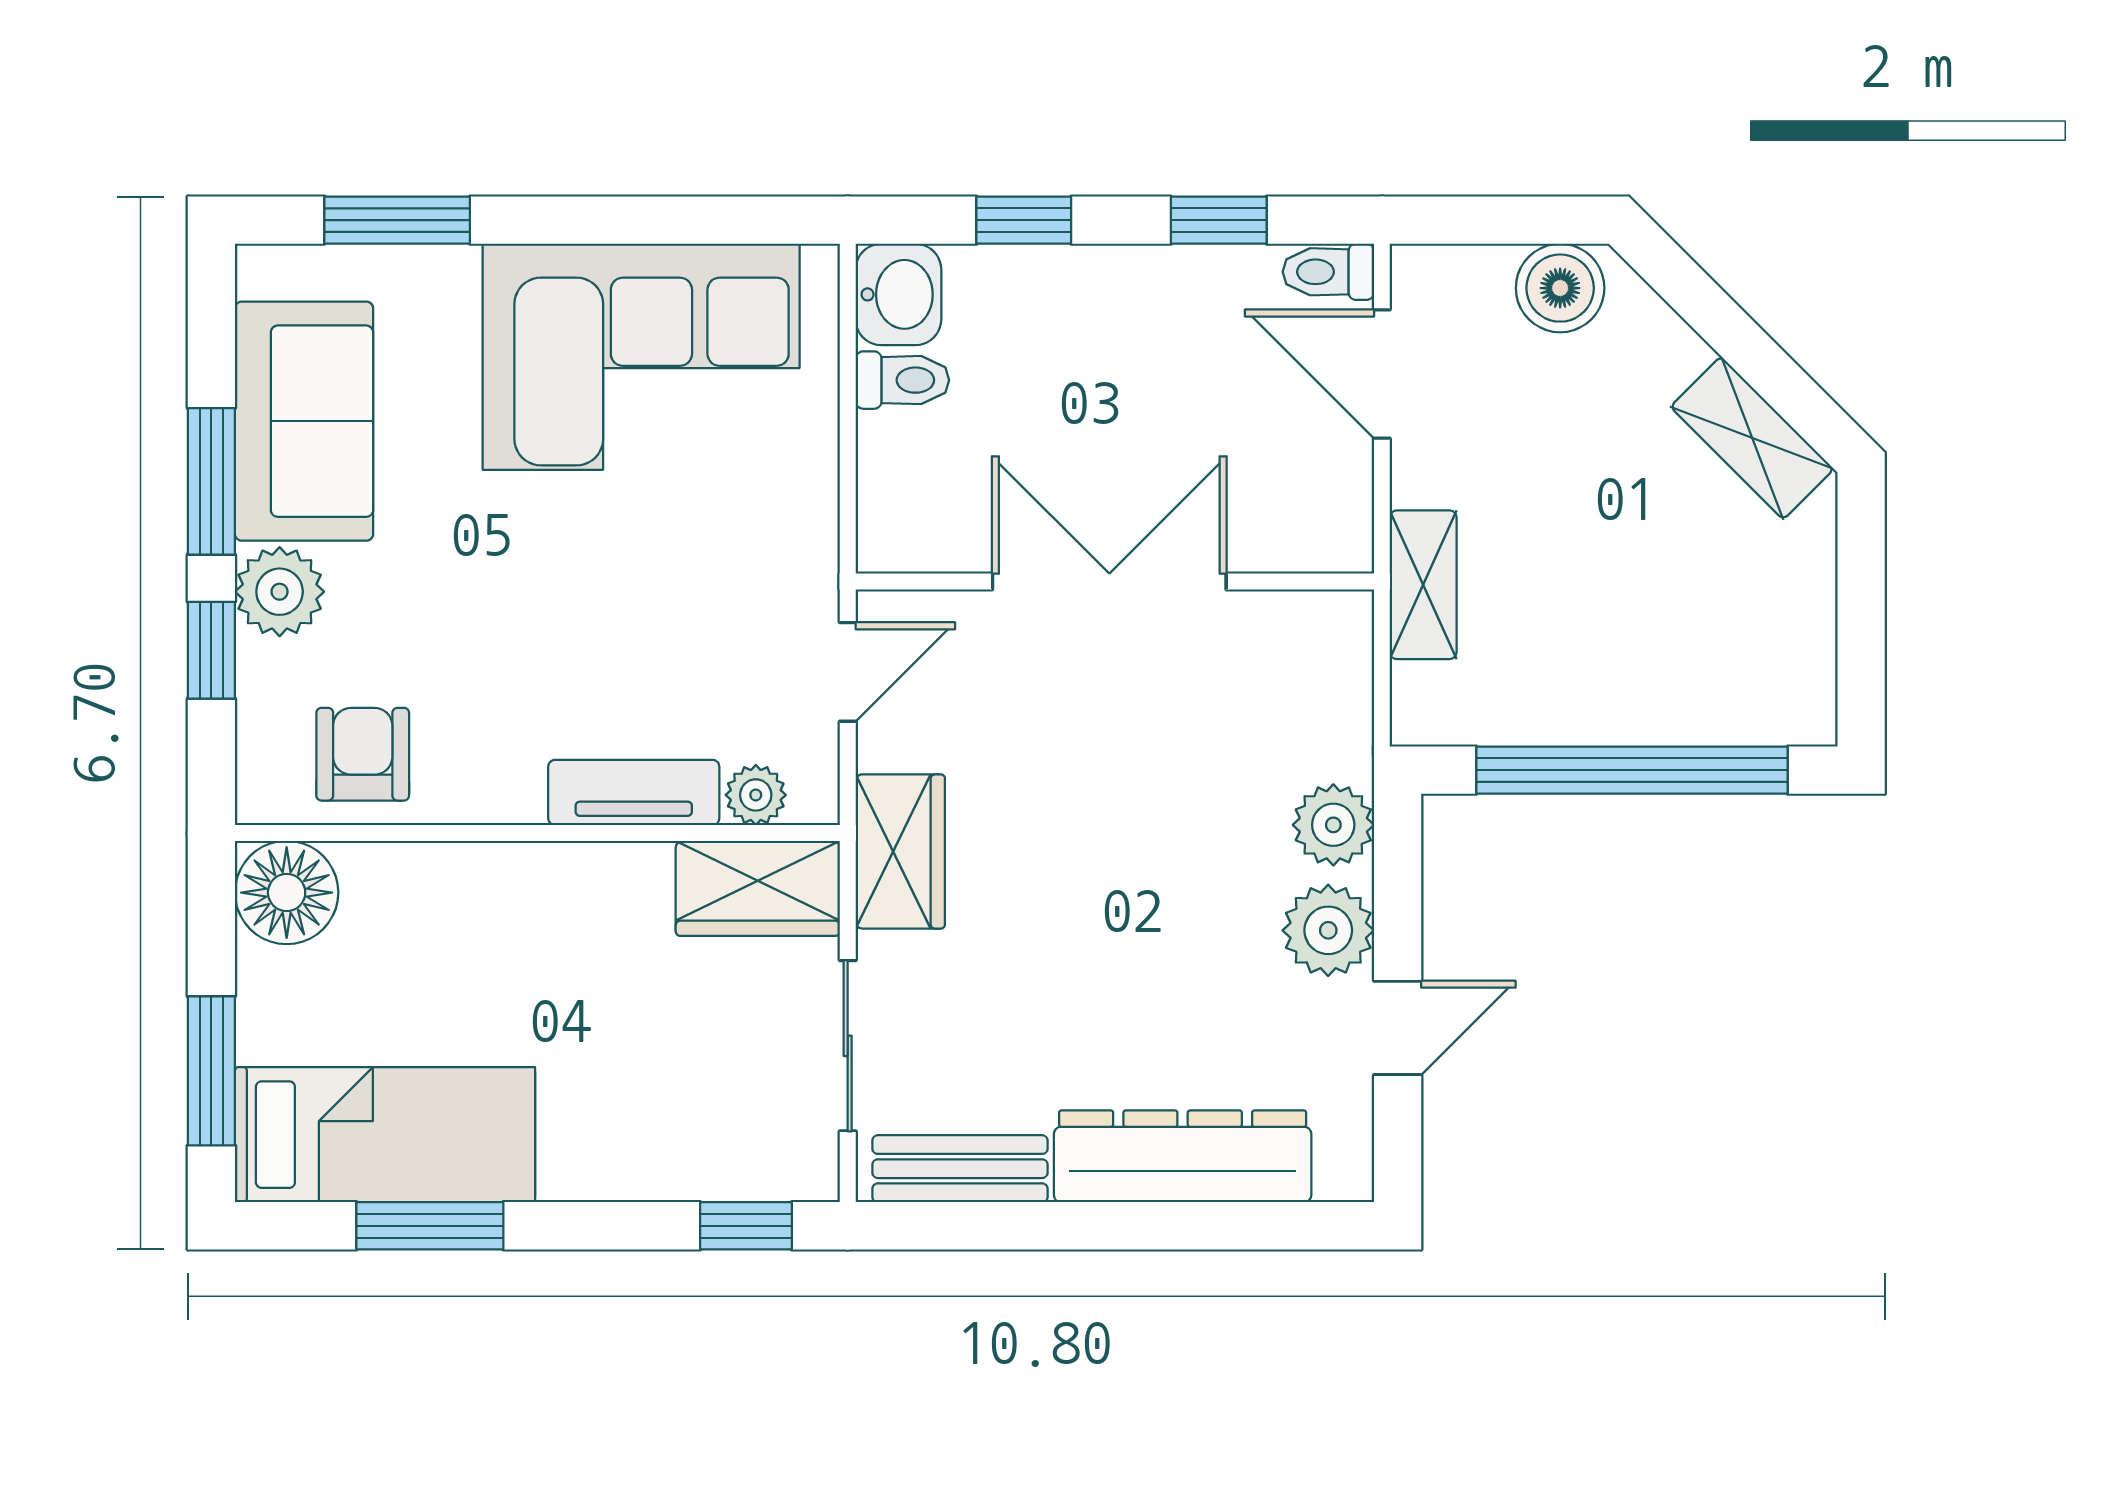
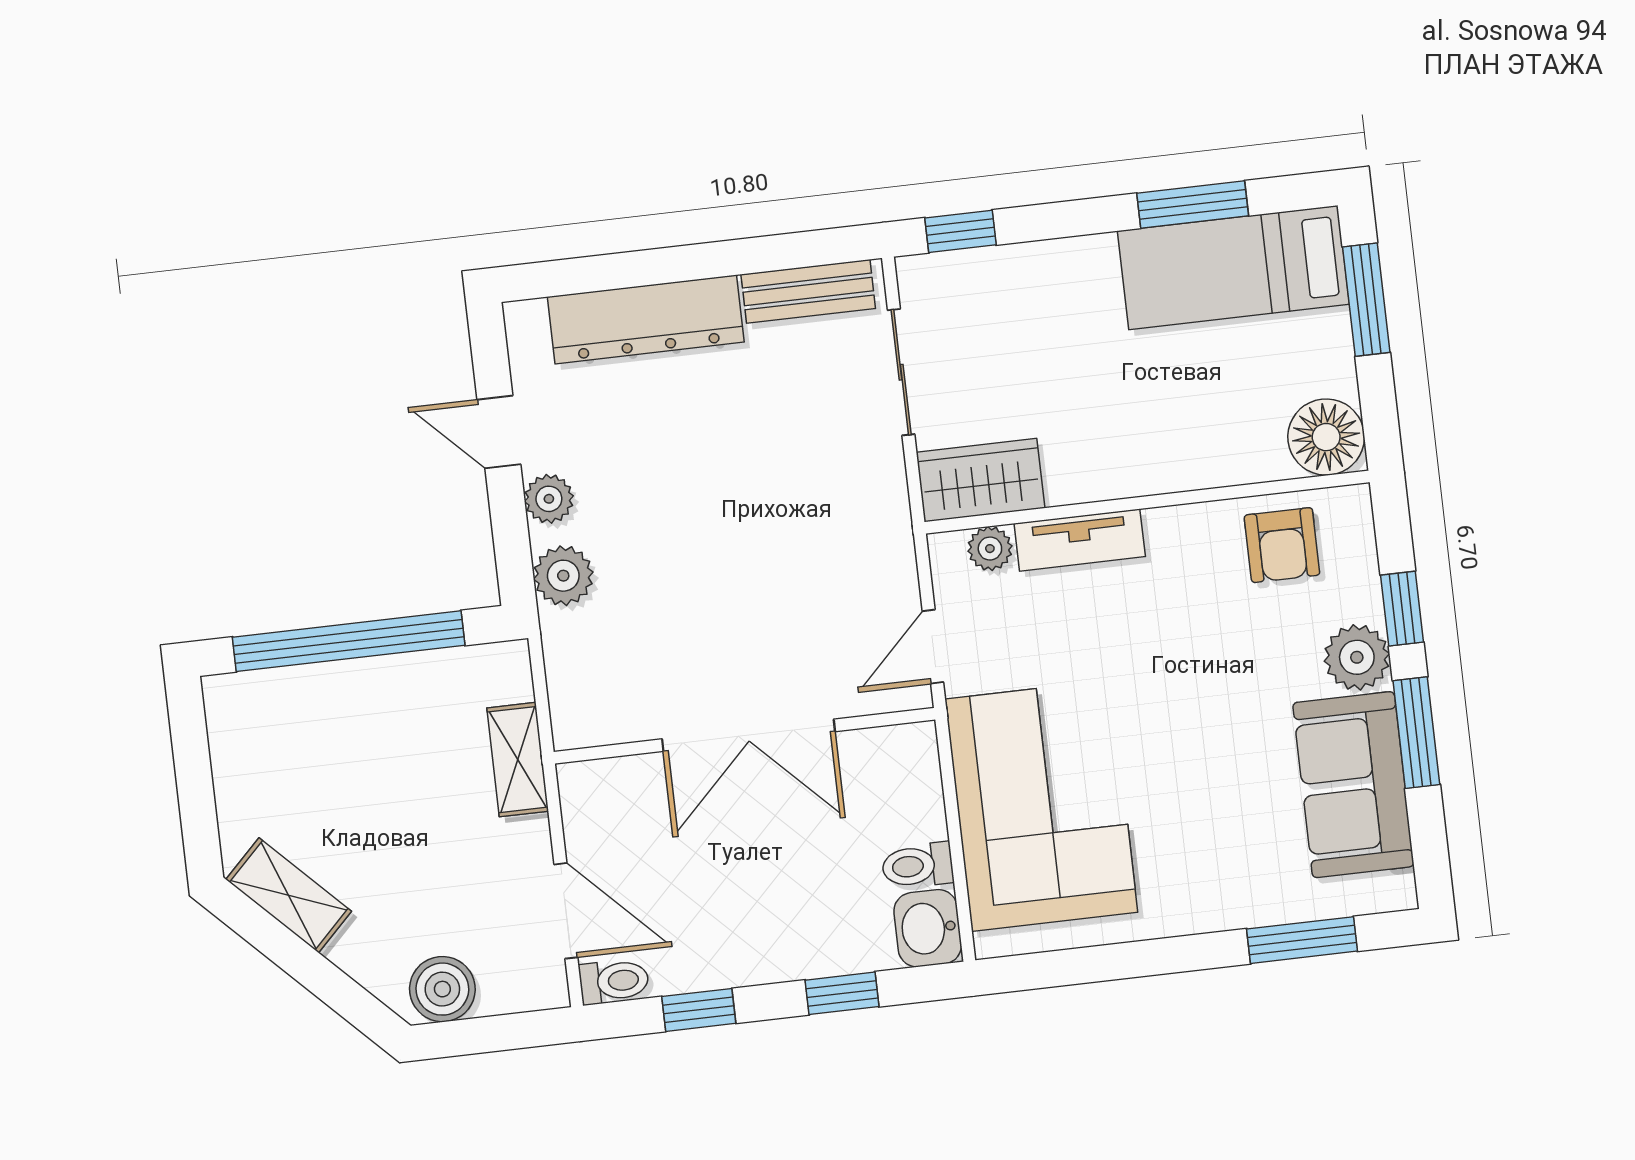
corner sofa: (641, 357) -> (1041, 806), moved, turned 90
wardrobe: (900, 851) -> (879, 519), removed
plant: (1328, 930) -> (549, 499), width x0.73, depth x0.73
door: (1398, 1028) -> (499, 432), hinge flipped

